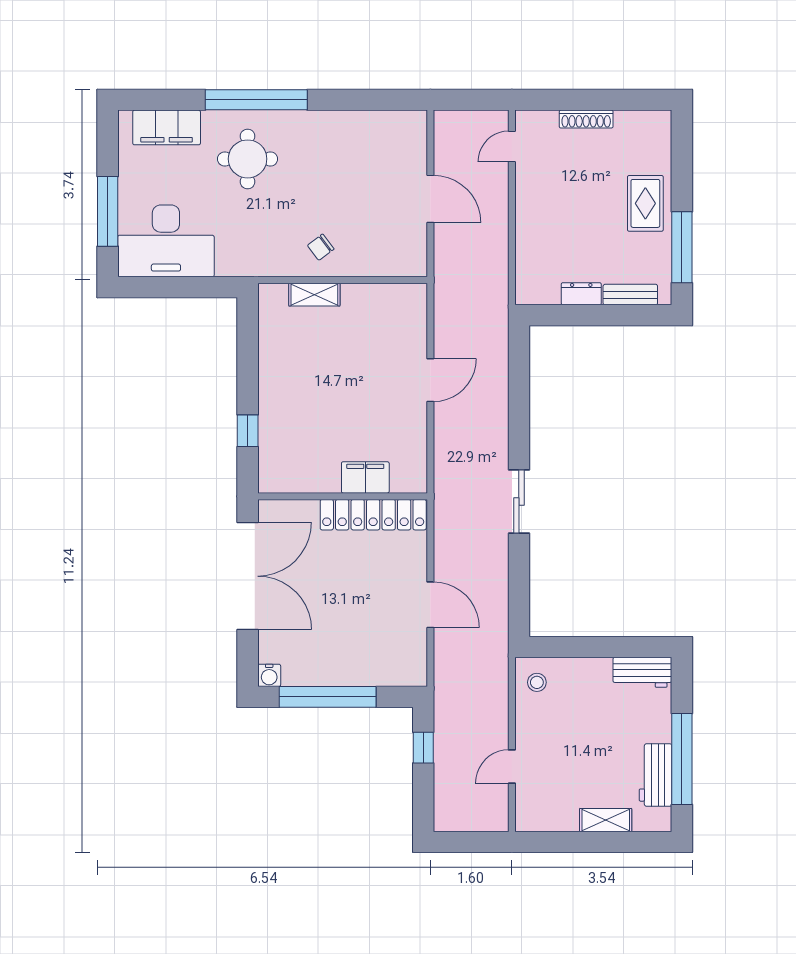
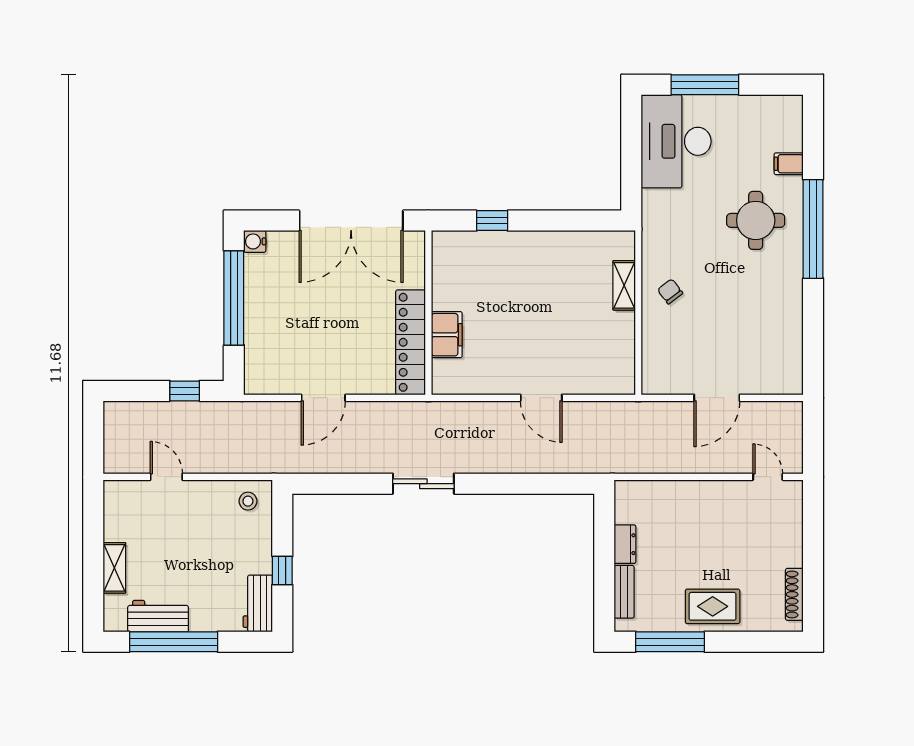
shoe rack: (586, 119) -> (794, 594), moved
filing cabinet: (167, 127) -> (789, 164), width x0.33, depth x0.86
window: (608, 647) -> (282, 571), added

